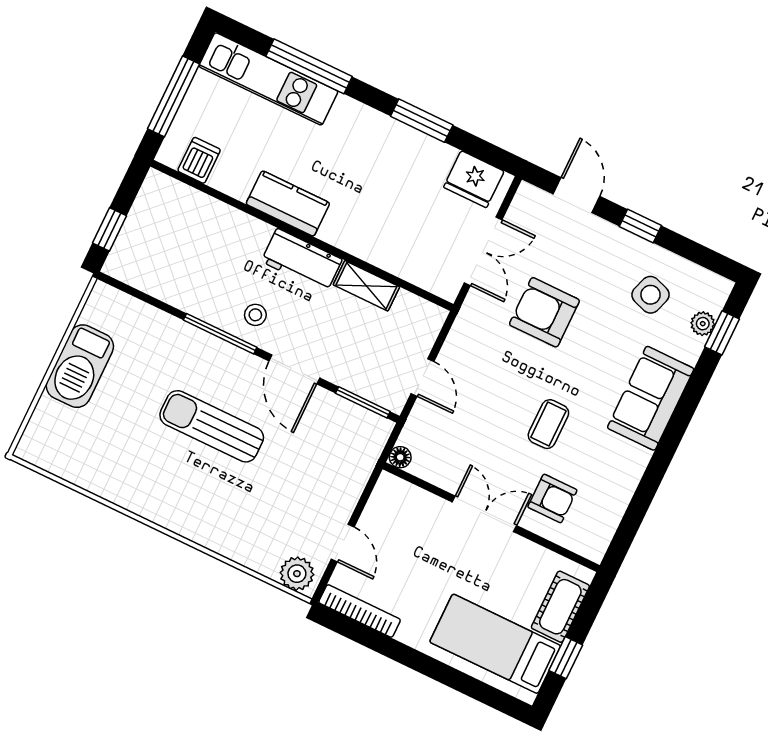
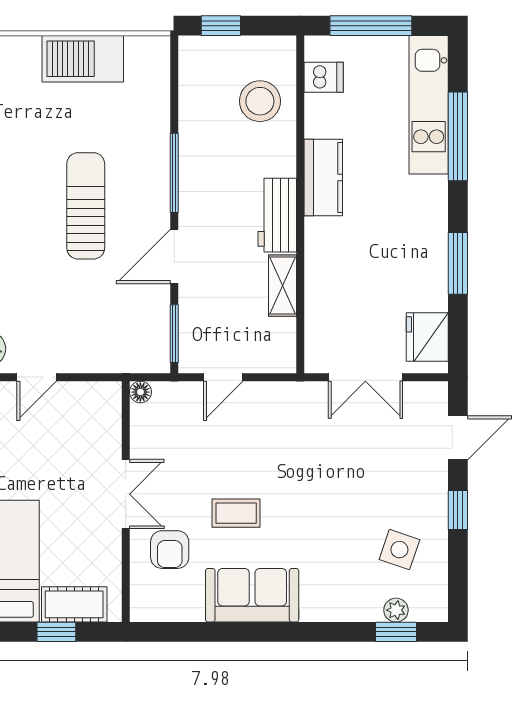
armchair: (544, 312) -> (337, 460), removed
stool: (255, 315) -> (260, 101), moved, width x1.89, depth x1.89
sofa: (651, 398) -> (252, 595), moved
window: (566, 658) -> (56, 632), moved

